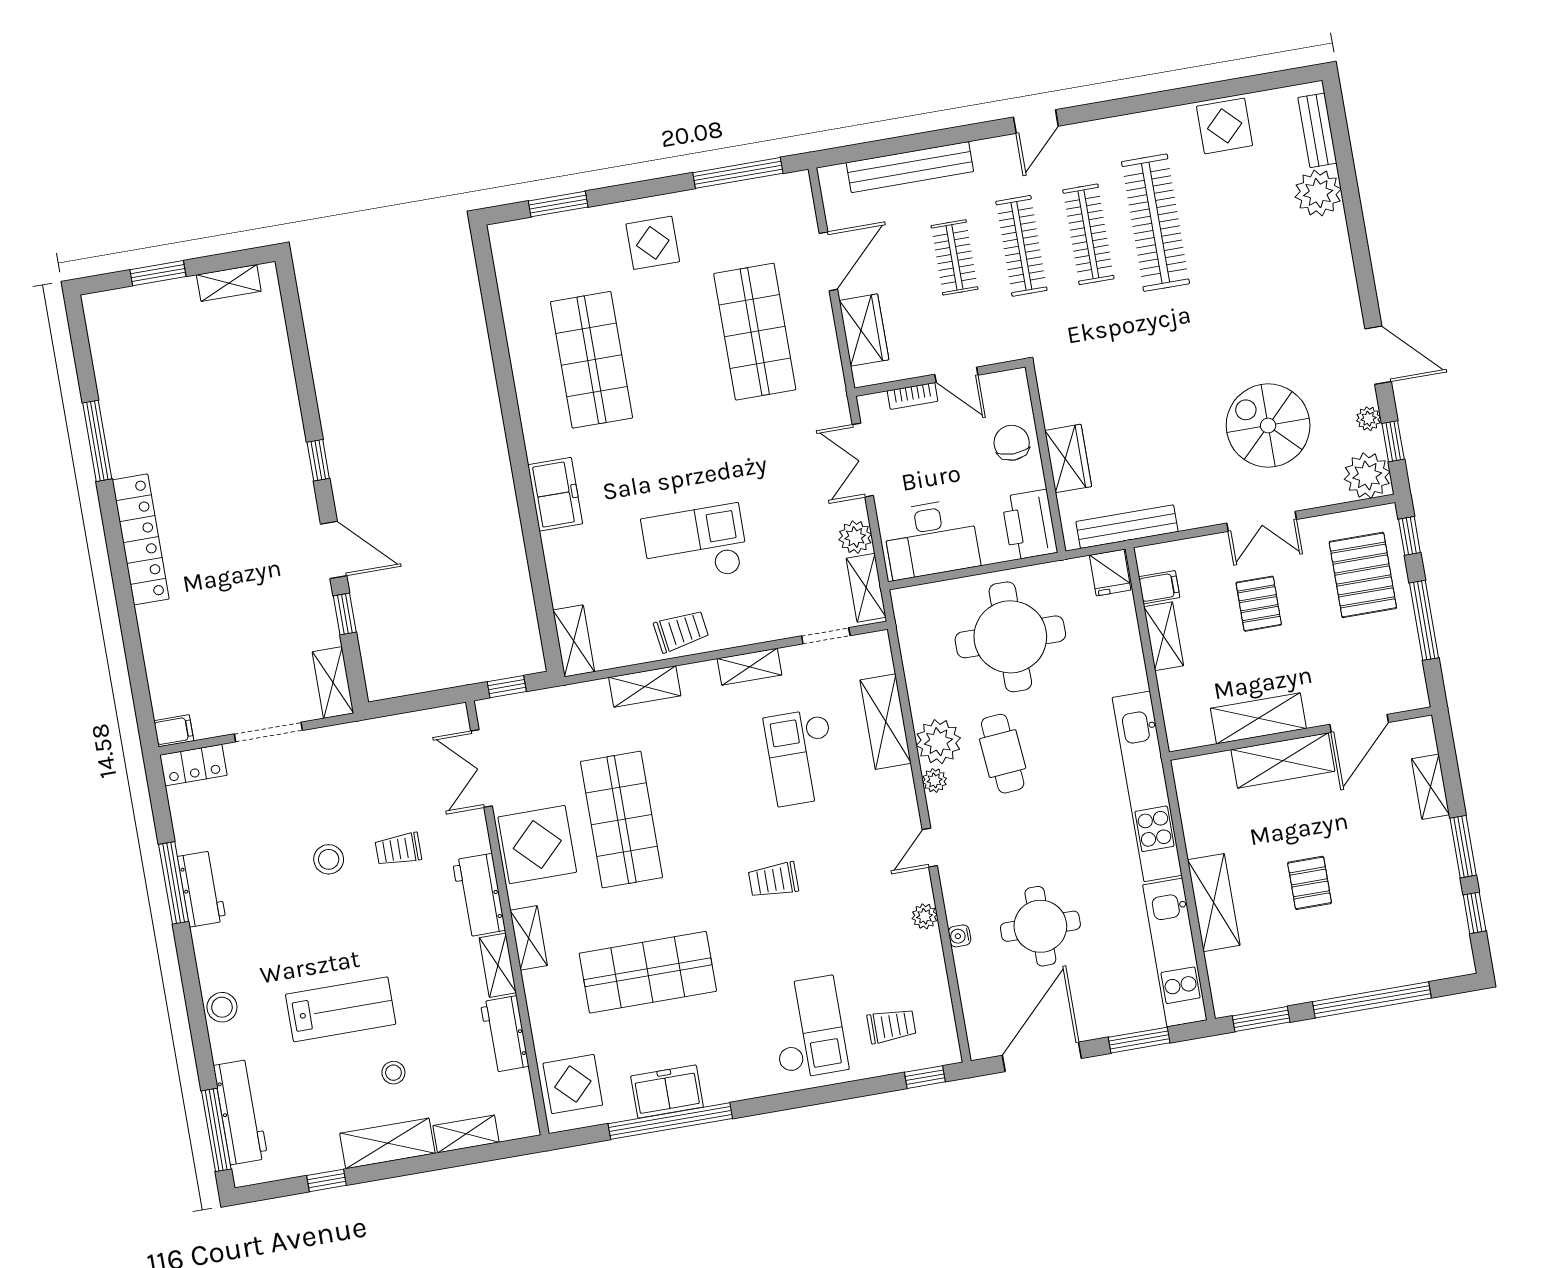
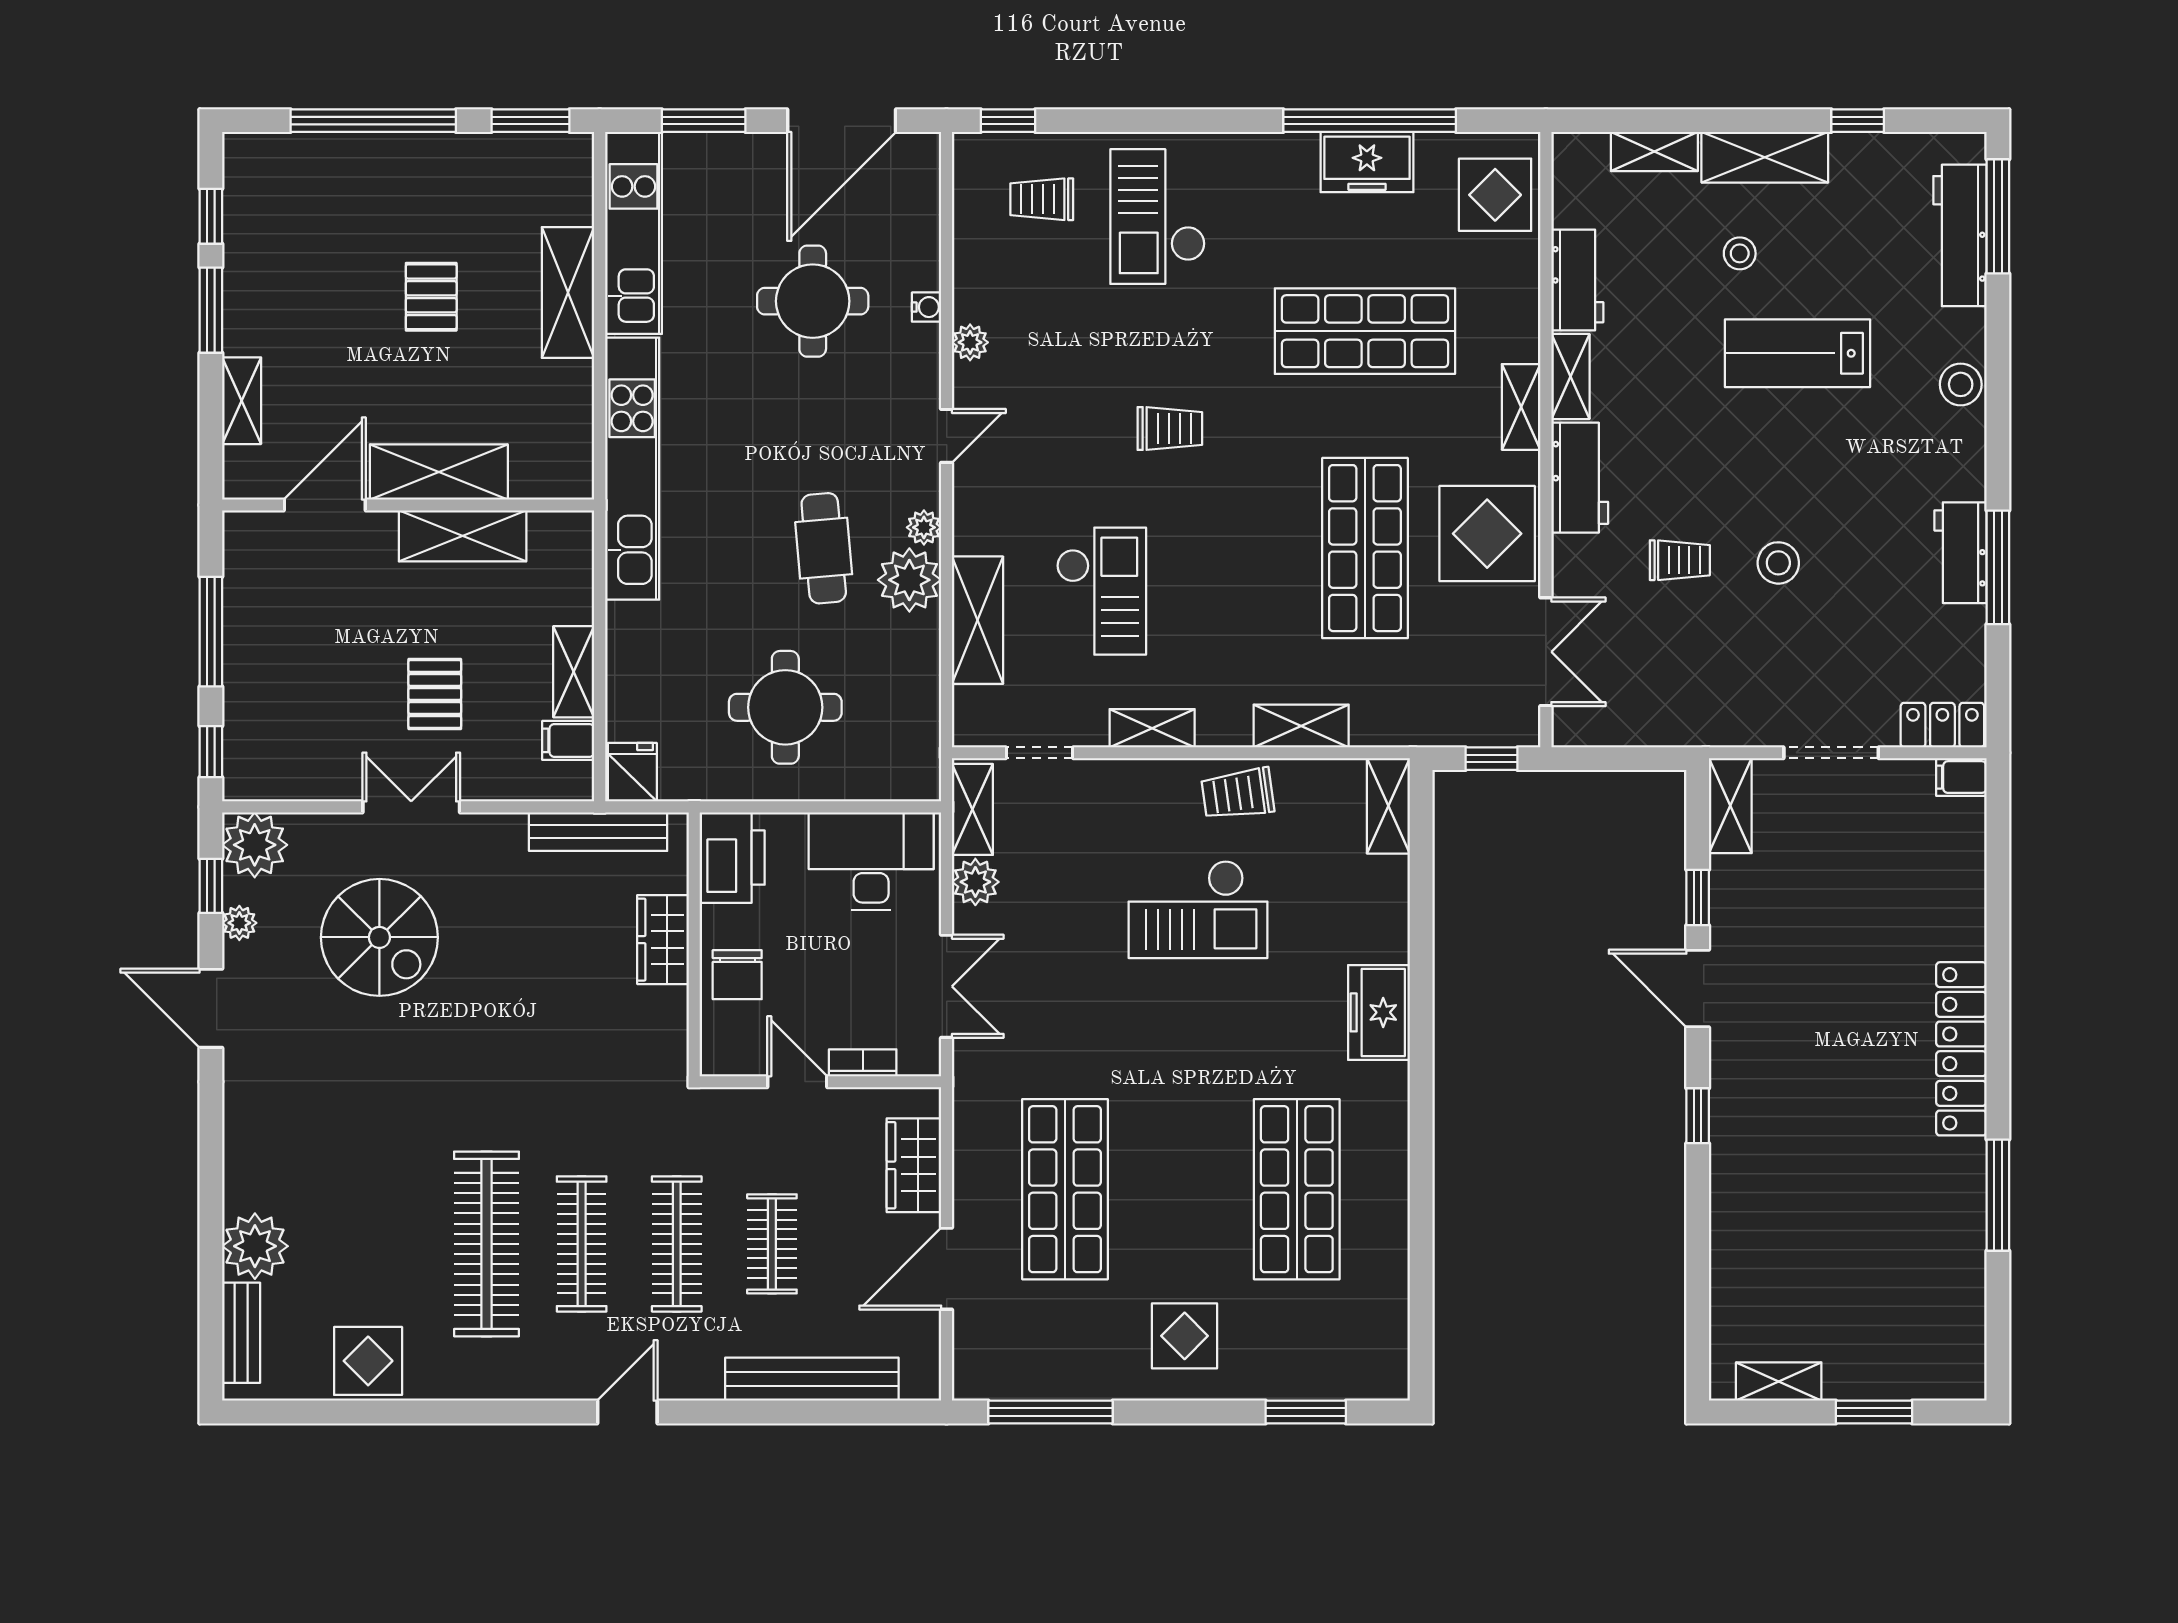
pallet: (1363, 575) -> (284, 709), removed
round table: (1010, 637) -> (785, 707), width x0.73, depth x0.73

